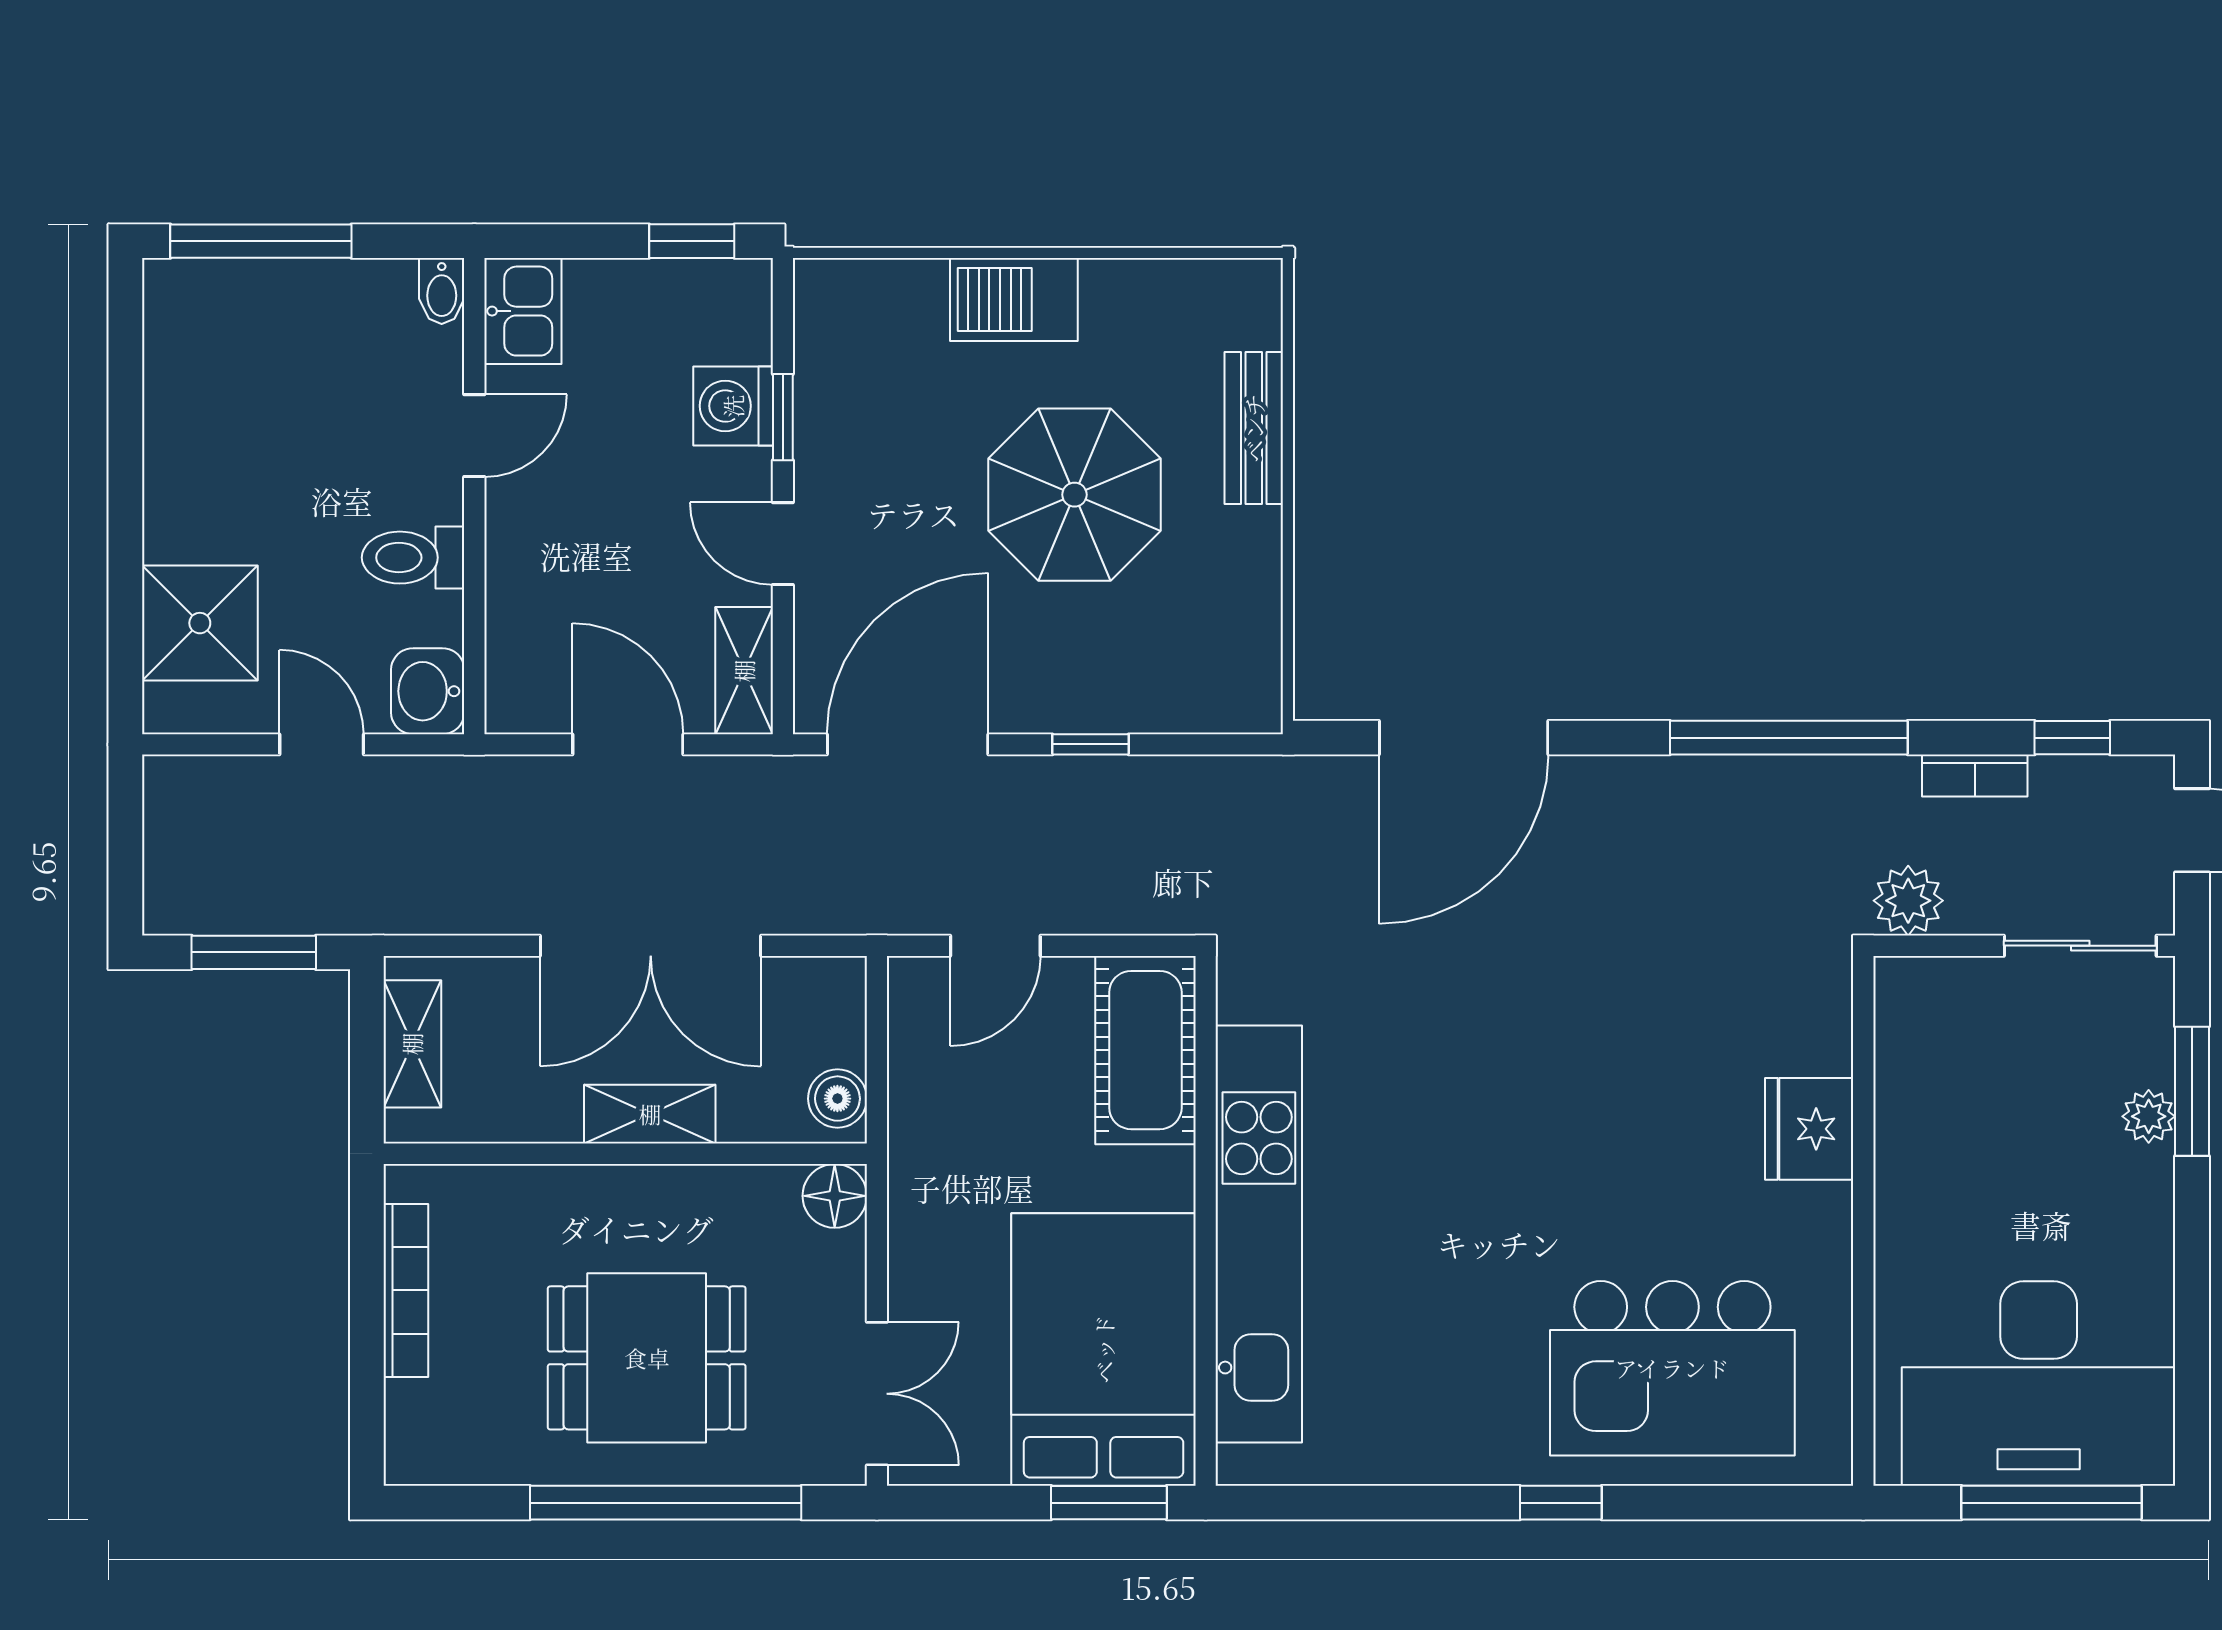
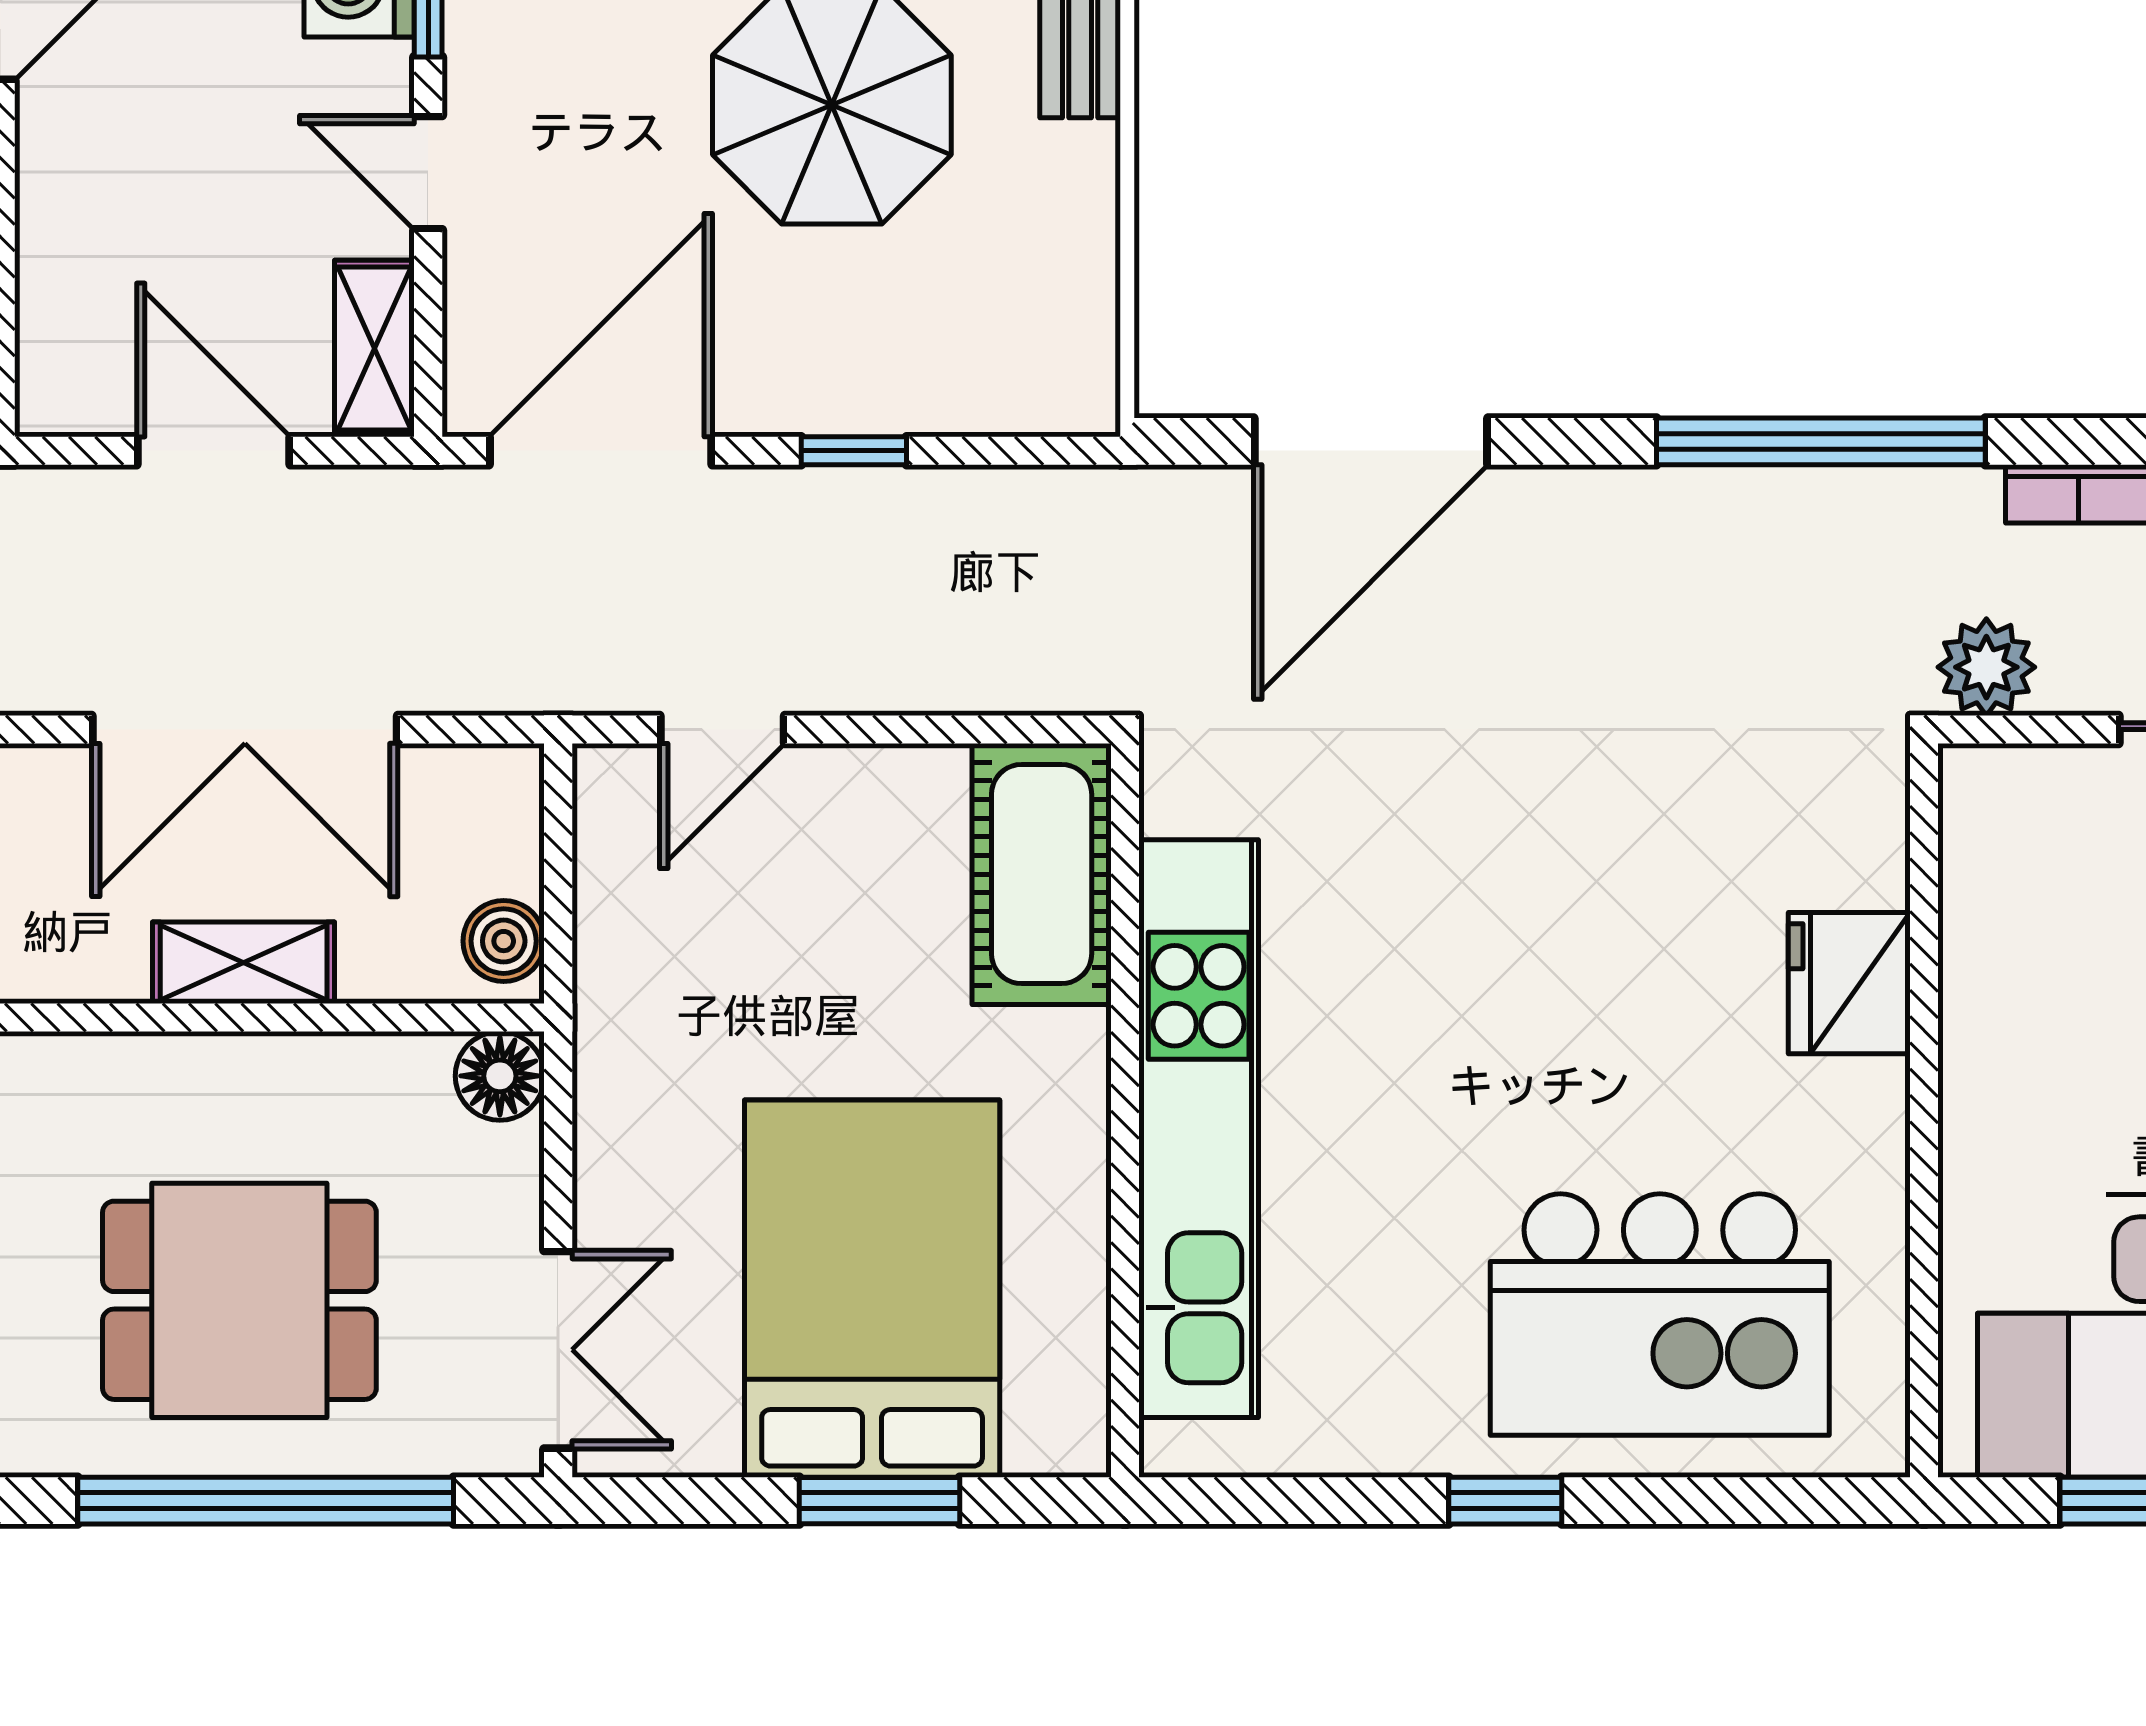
cot: (1145, 1050) -> (1042, 874), moved
wall: (1206, 1221) -> (1125, 1110), moved
kitchen unit: (1259, 1234) -> (1199, 1129), moved

